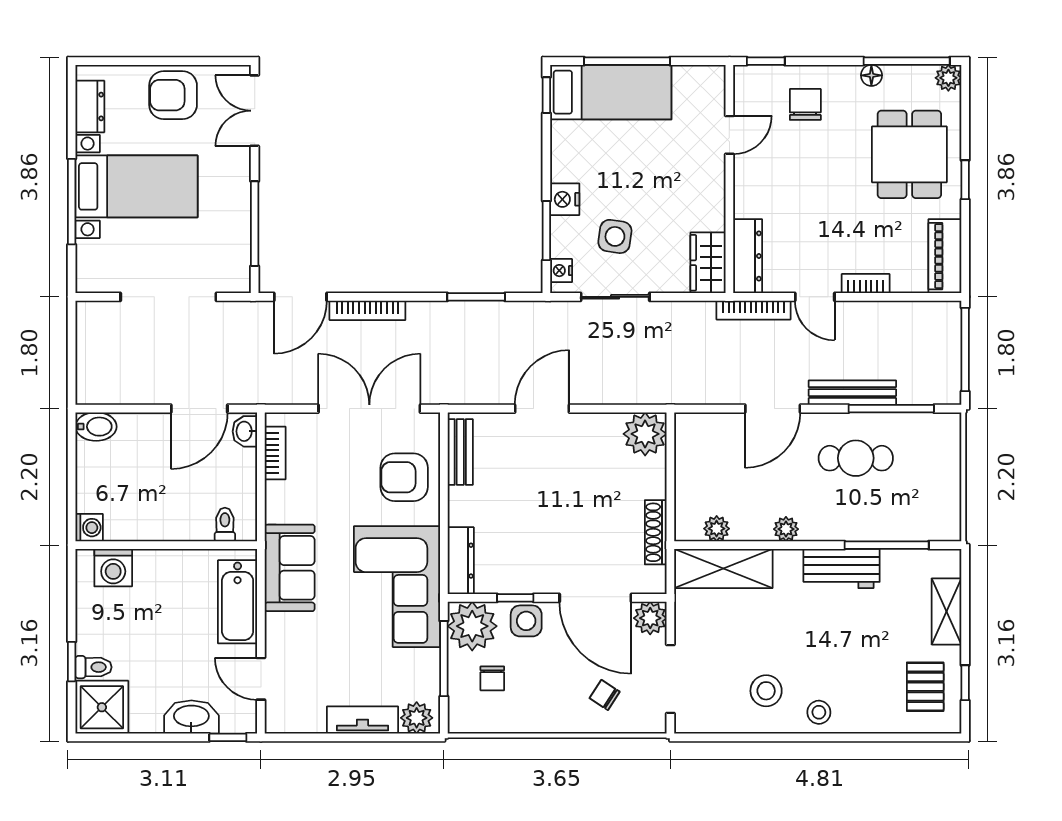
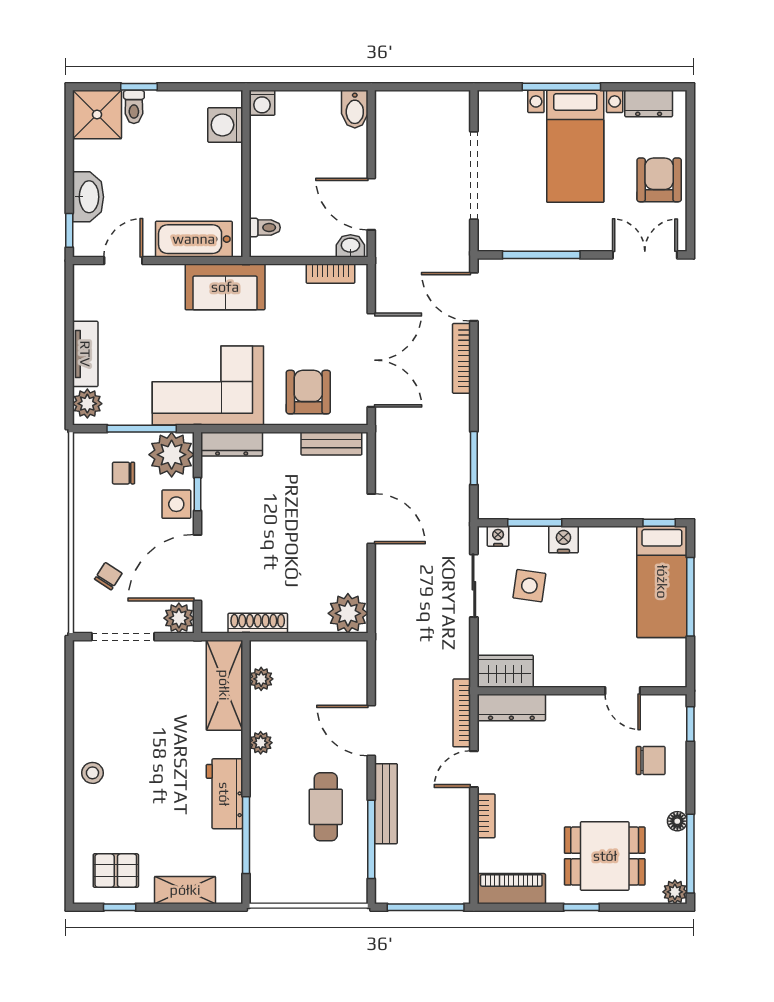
stool: (766, 691) -> (112, 724), removed

